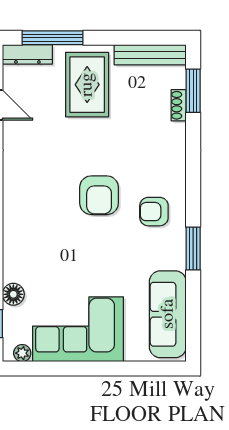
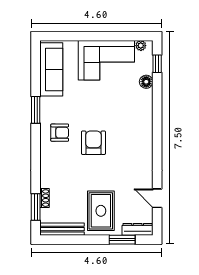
window: (53, 38) -> (122, 240), width x0.69

